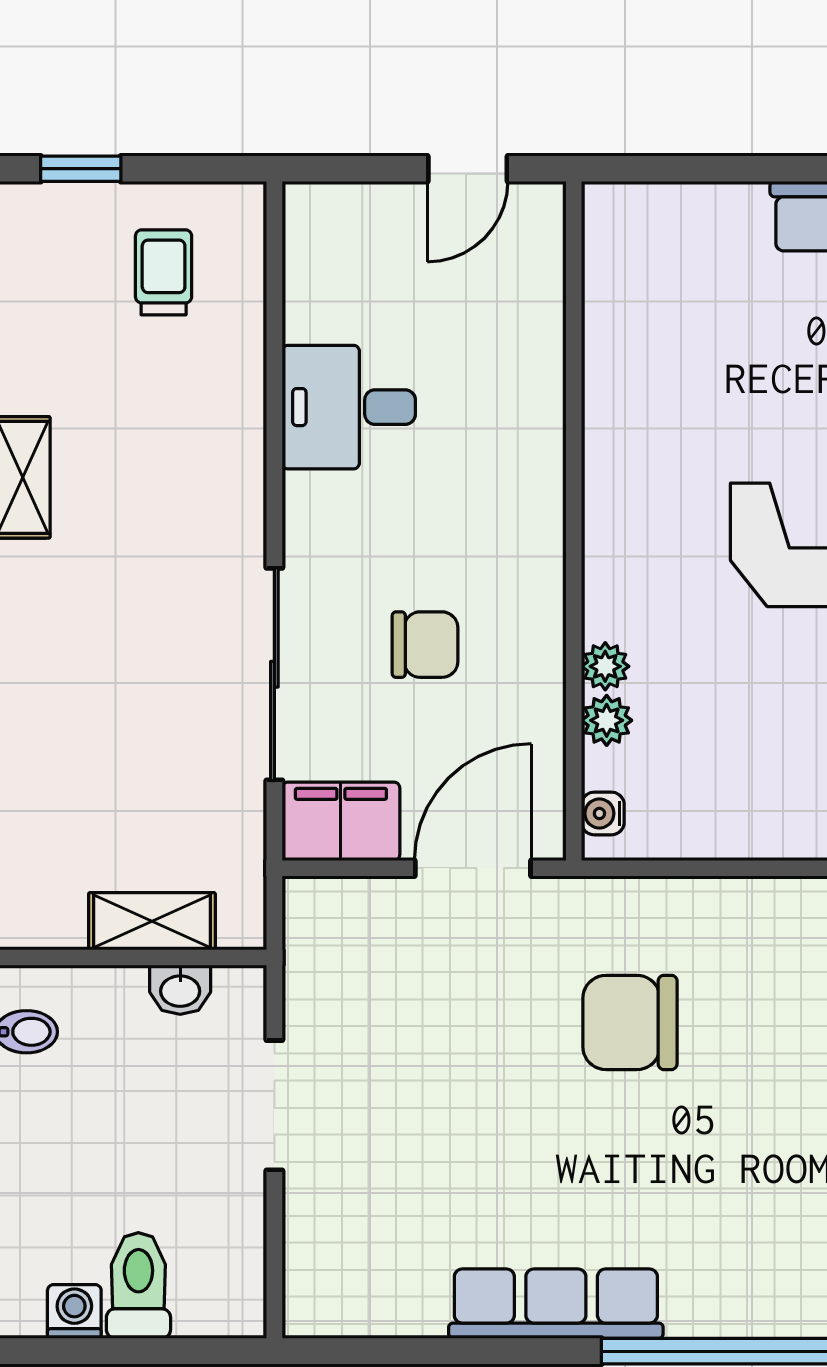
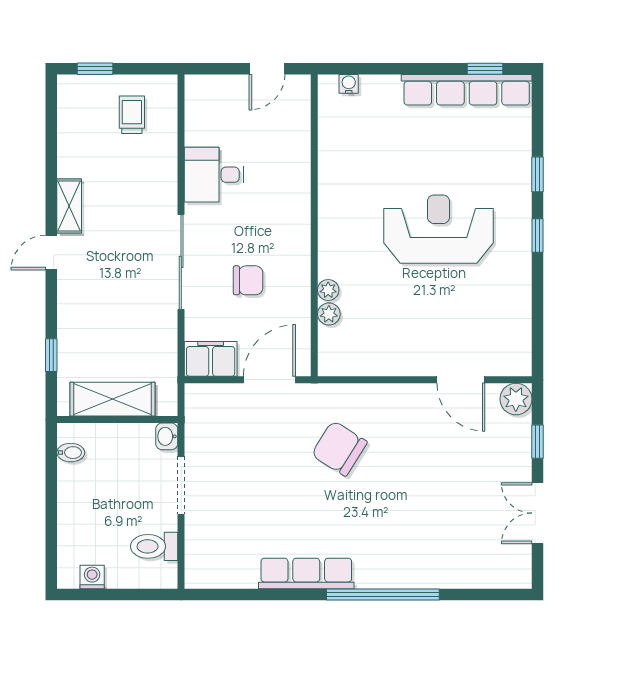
sliding door: (274, 674) -> (181, 262), moved
water cooler: (603, 813) -> (349, 84), moved, turned 90
shelving: (152, 921) -> (113, 399), width x1.50, depth x1.33
washbasin: (180, 990) -> (167, 436), moved, turned 90
chair: (630, 1022) -> (339, 448), turned 32
toilet: (138, 1285) -> (154, 546), moved, turned -90

